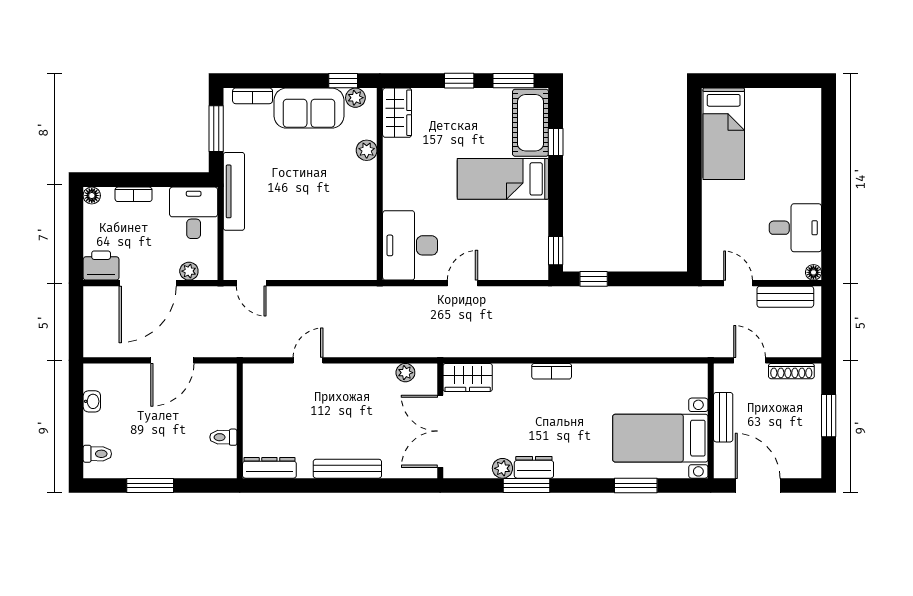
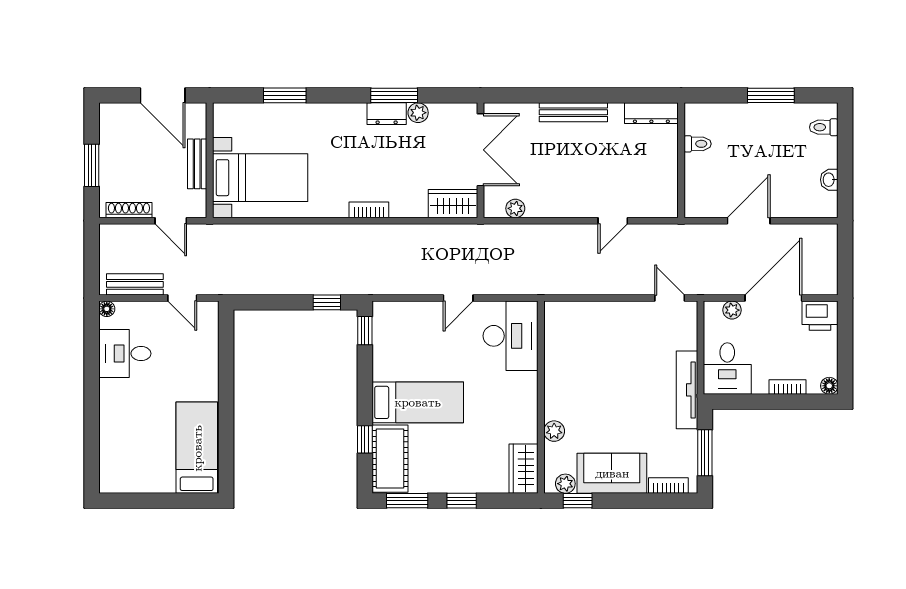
bed with nightstands: (660, 438) -> (260, 178), moved

